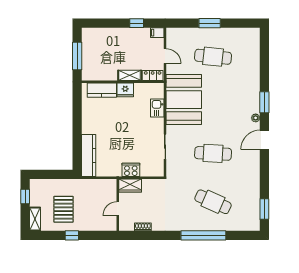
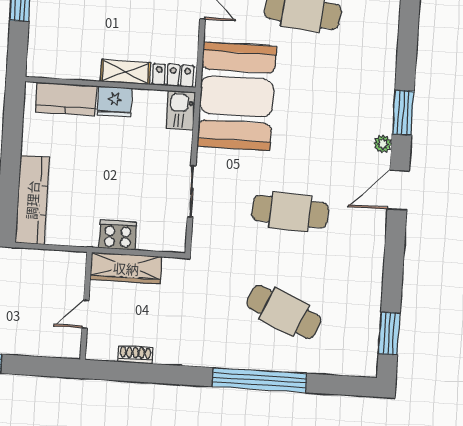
shelving: (130, 75) -> (125, 72), moved
locker: (153, 76) -> (173, 75), moved
wall: (123, 82) -> (110, 84), moved
kitchen counter: (102, 90) -> (66, 99), moved
fridge: (125, 90) -> (115, 102), moved
wardrobe: (130, 185) -> (126, 268), width x1.50

